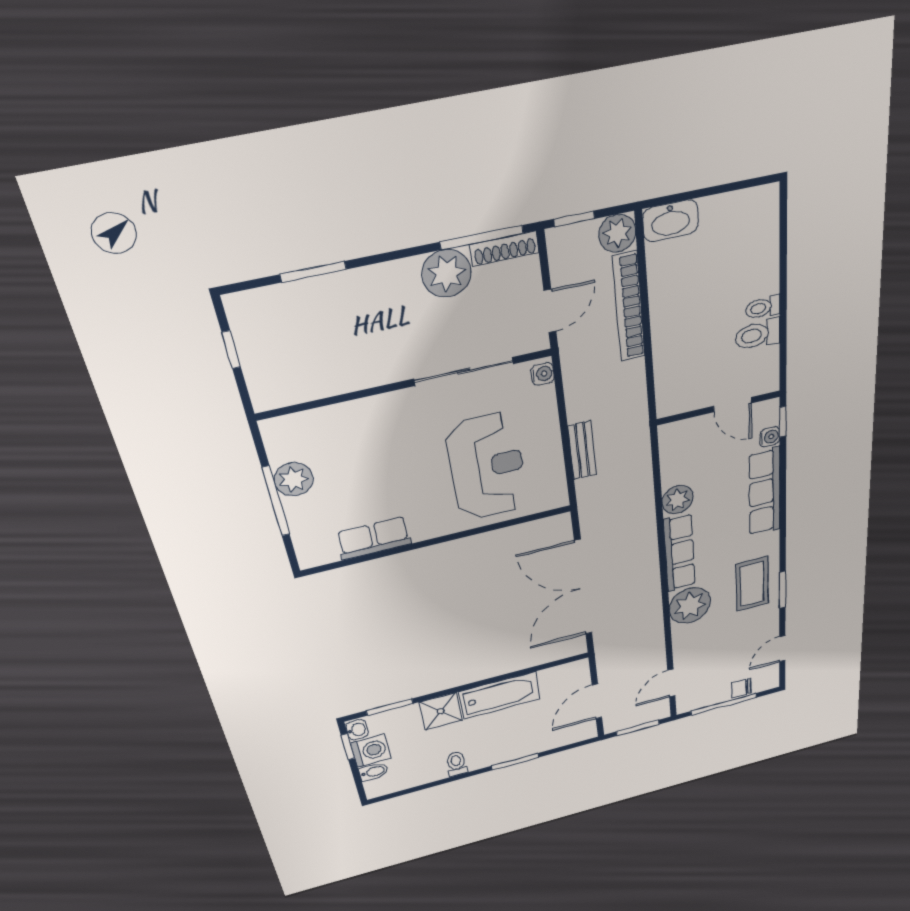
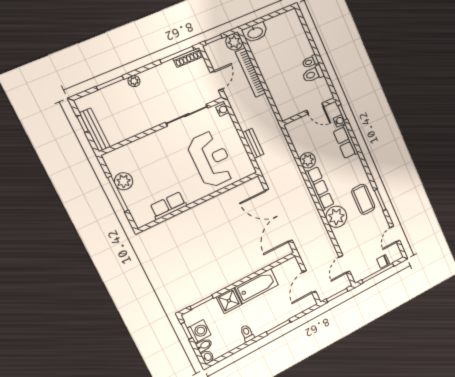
plant: (447, 273) -> (134, 81), moved, width x0.53, depth x0.53
bench: (256, 367) -> (95, 130), added
row of seats: (765, 492) -> (346, 142), width x0.68
washbasin: (357, 730) -> (207, 357), moved

